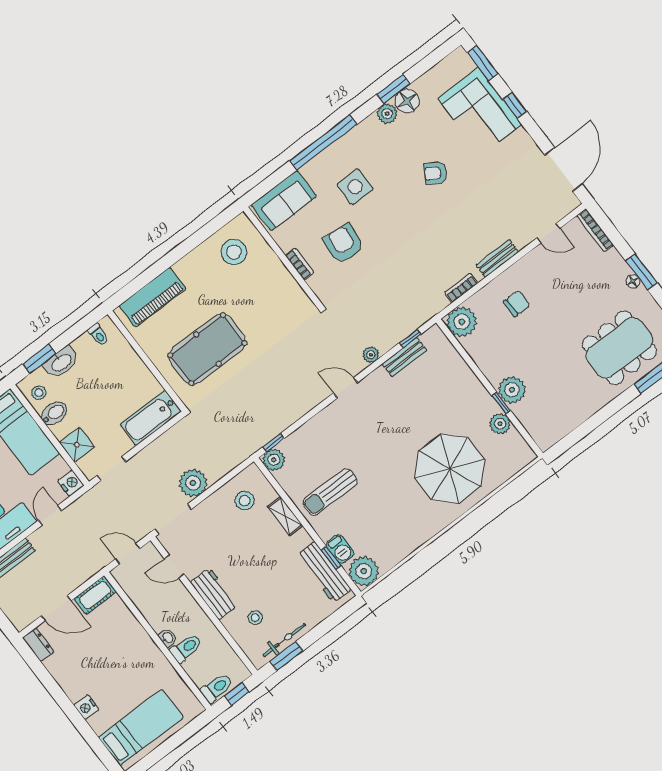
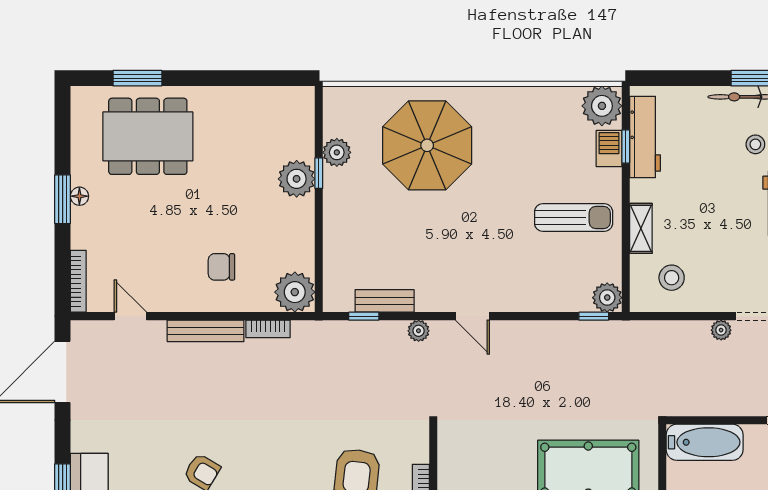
bench: (497, 258) -> (206, 331), width x1.36
plant: (193, 483) -> (721, 330), width x0.53, depth x0.53

